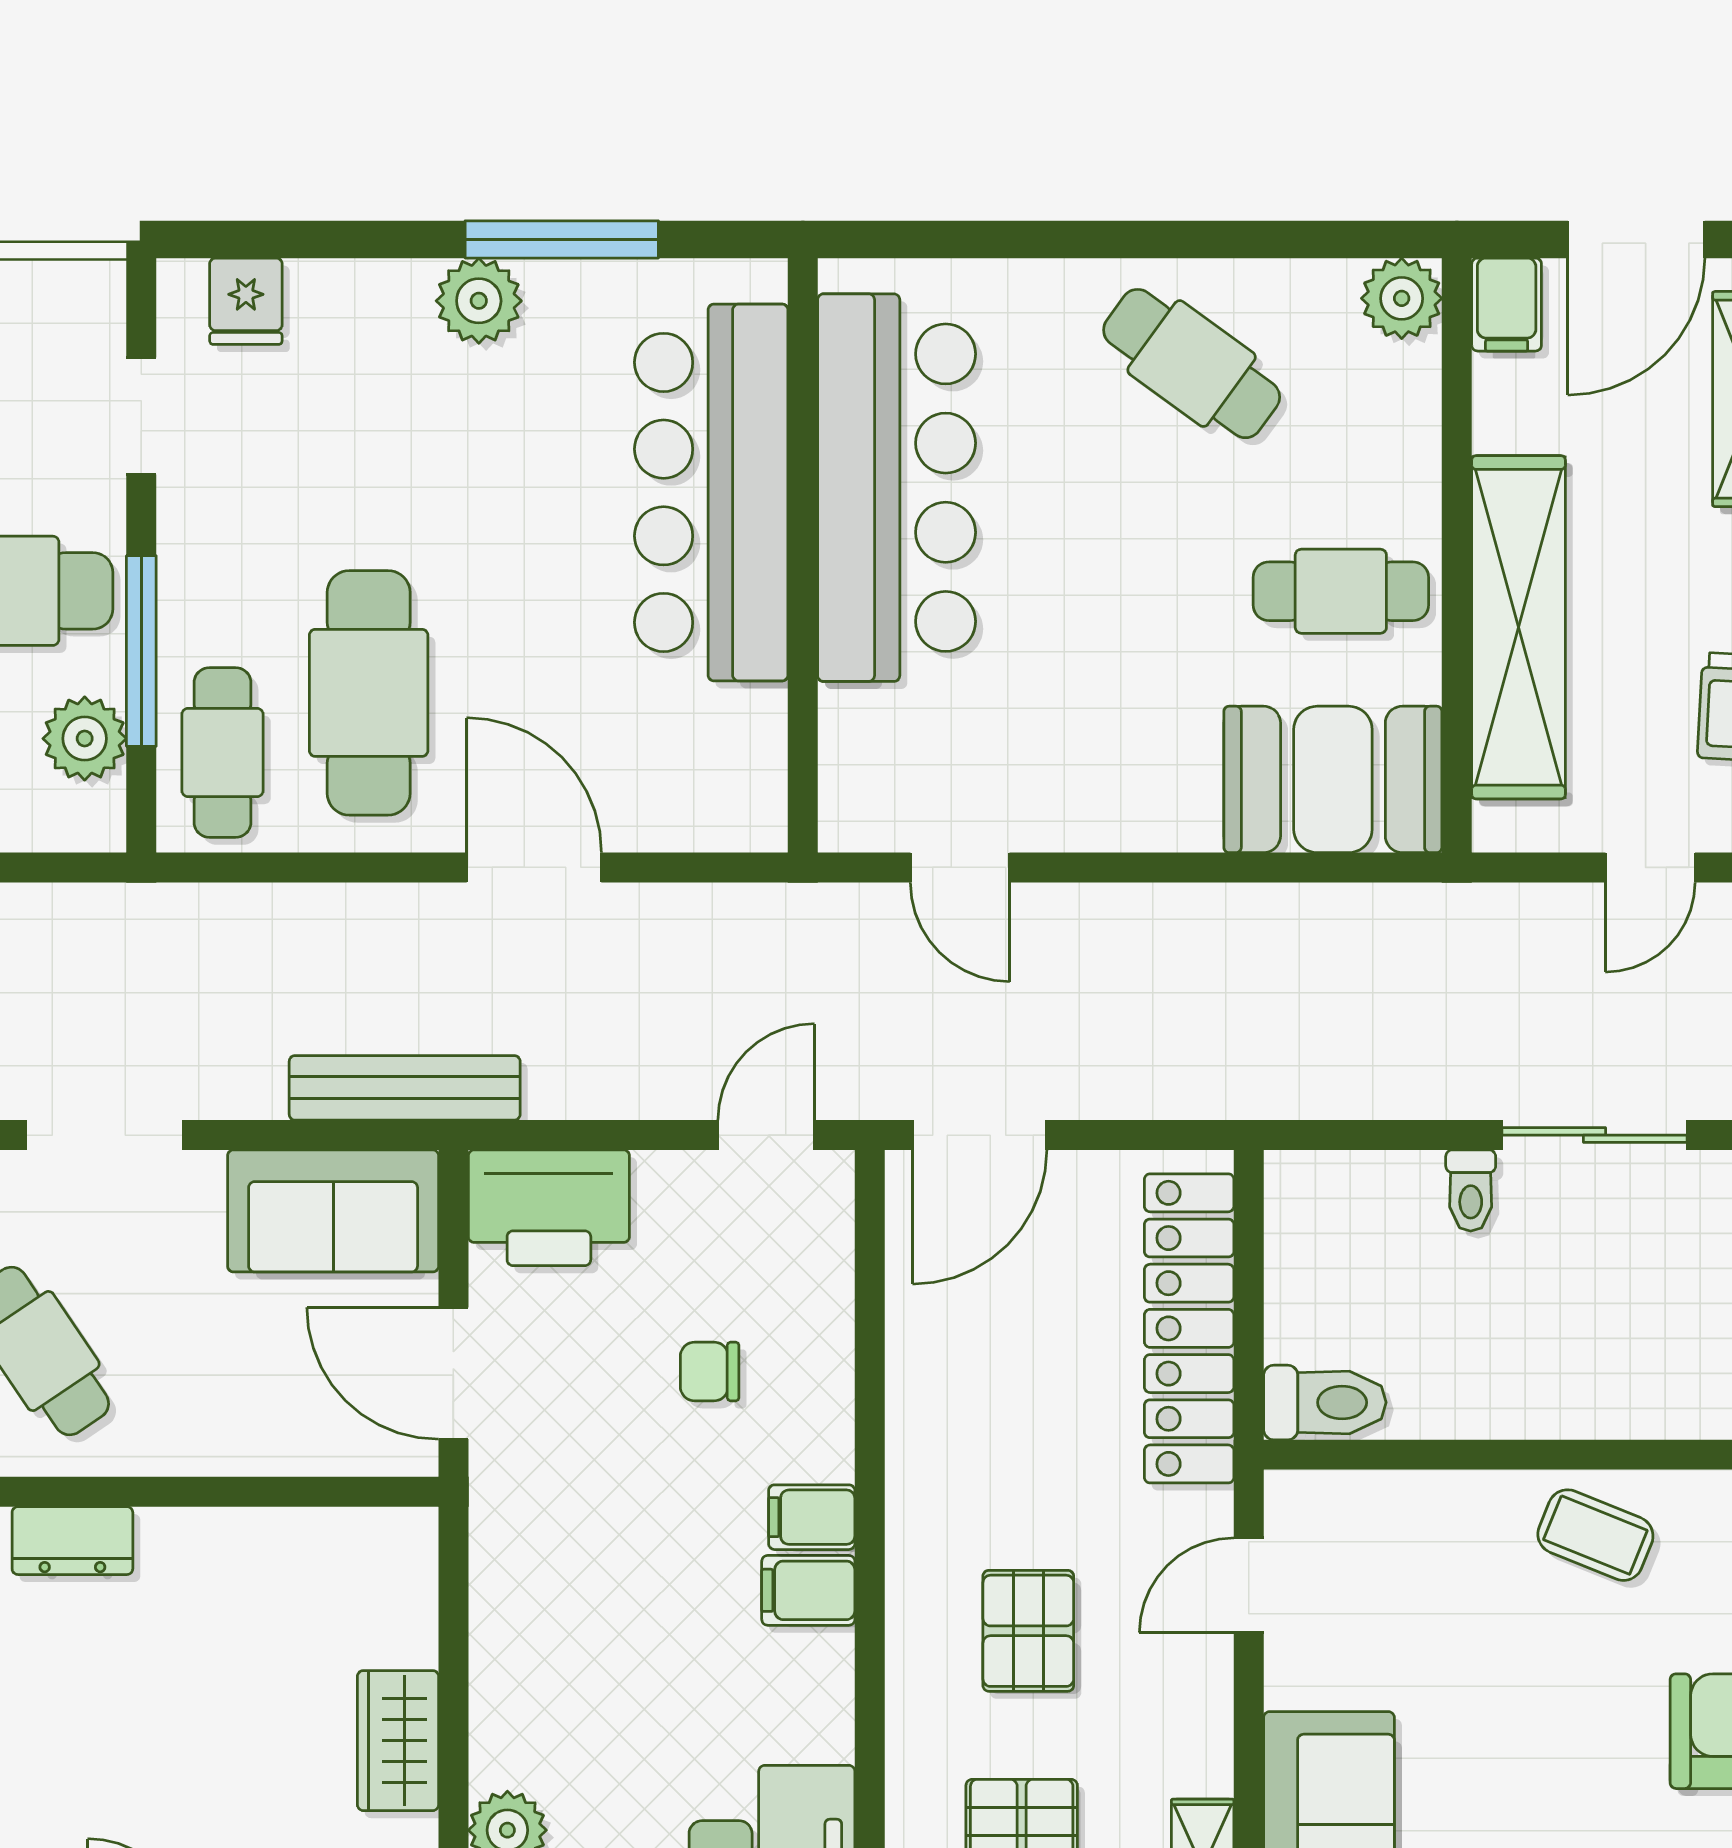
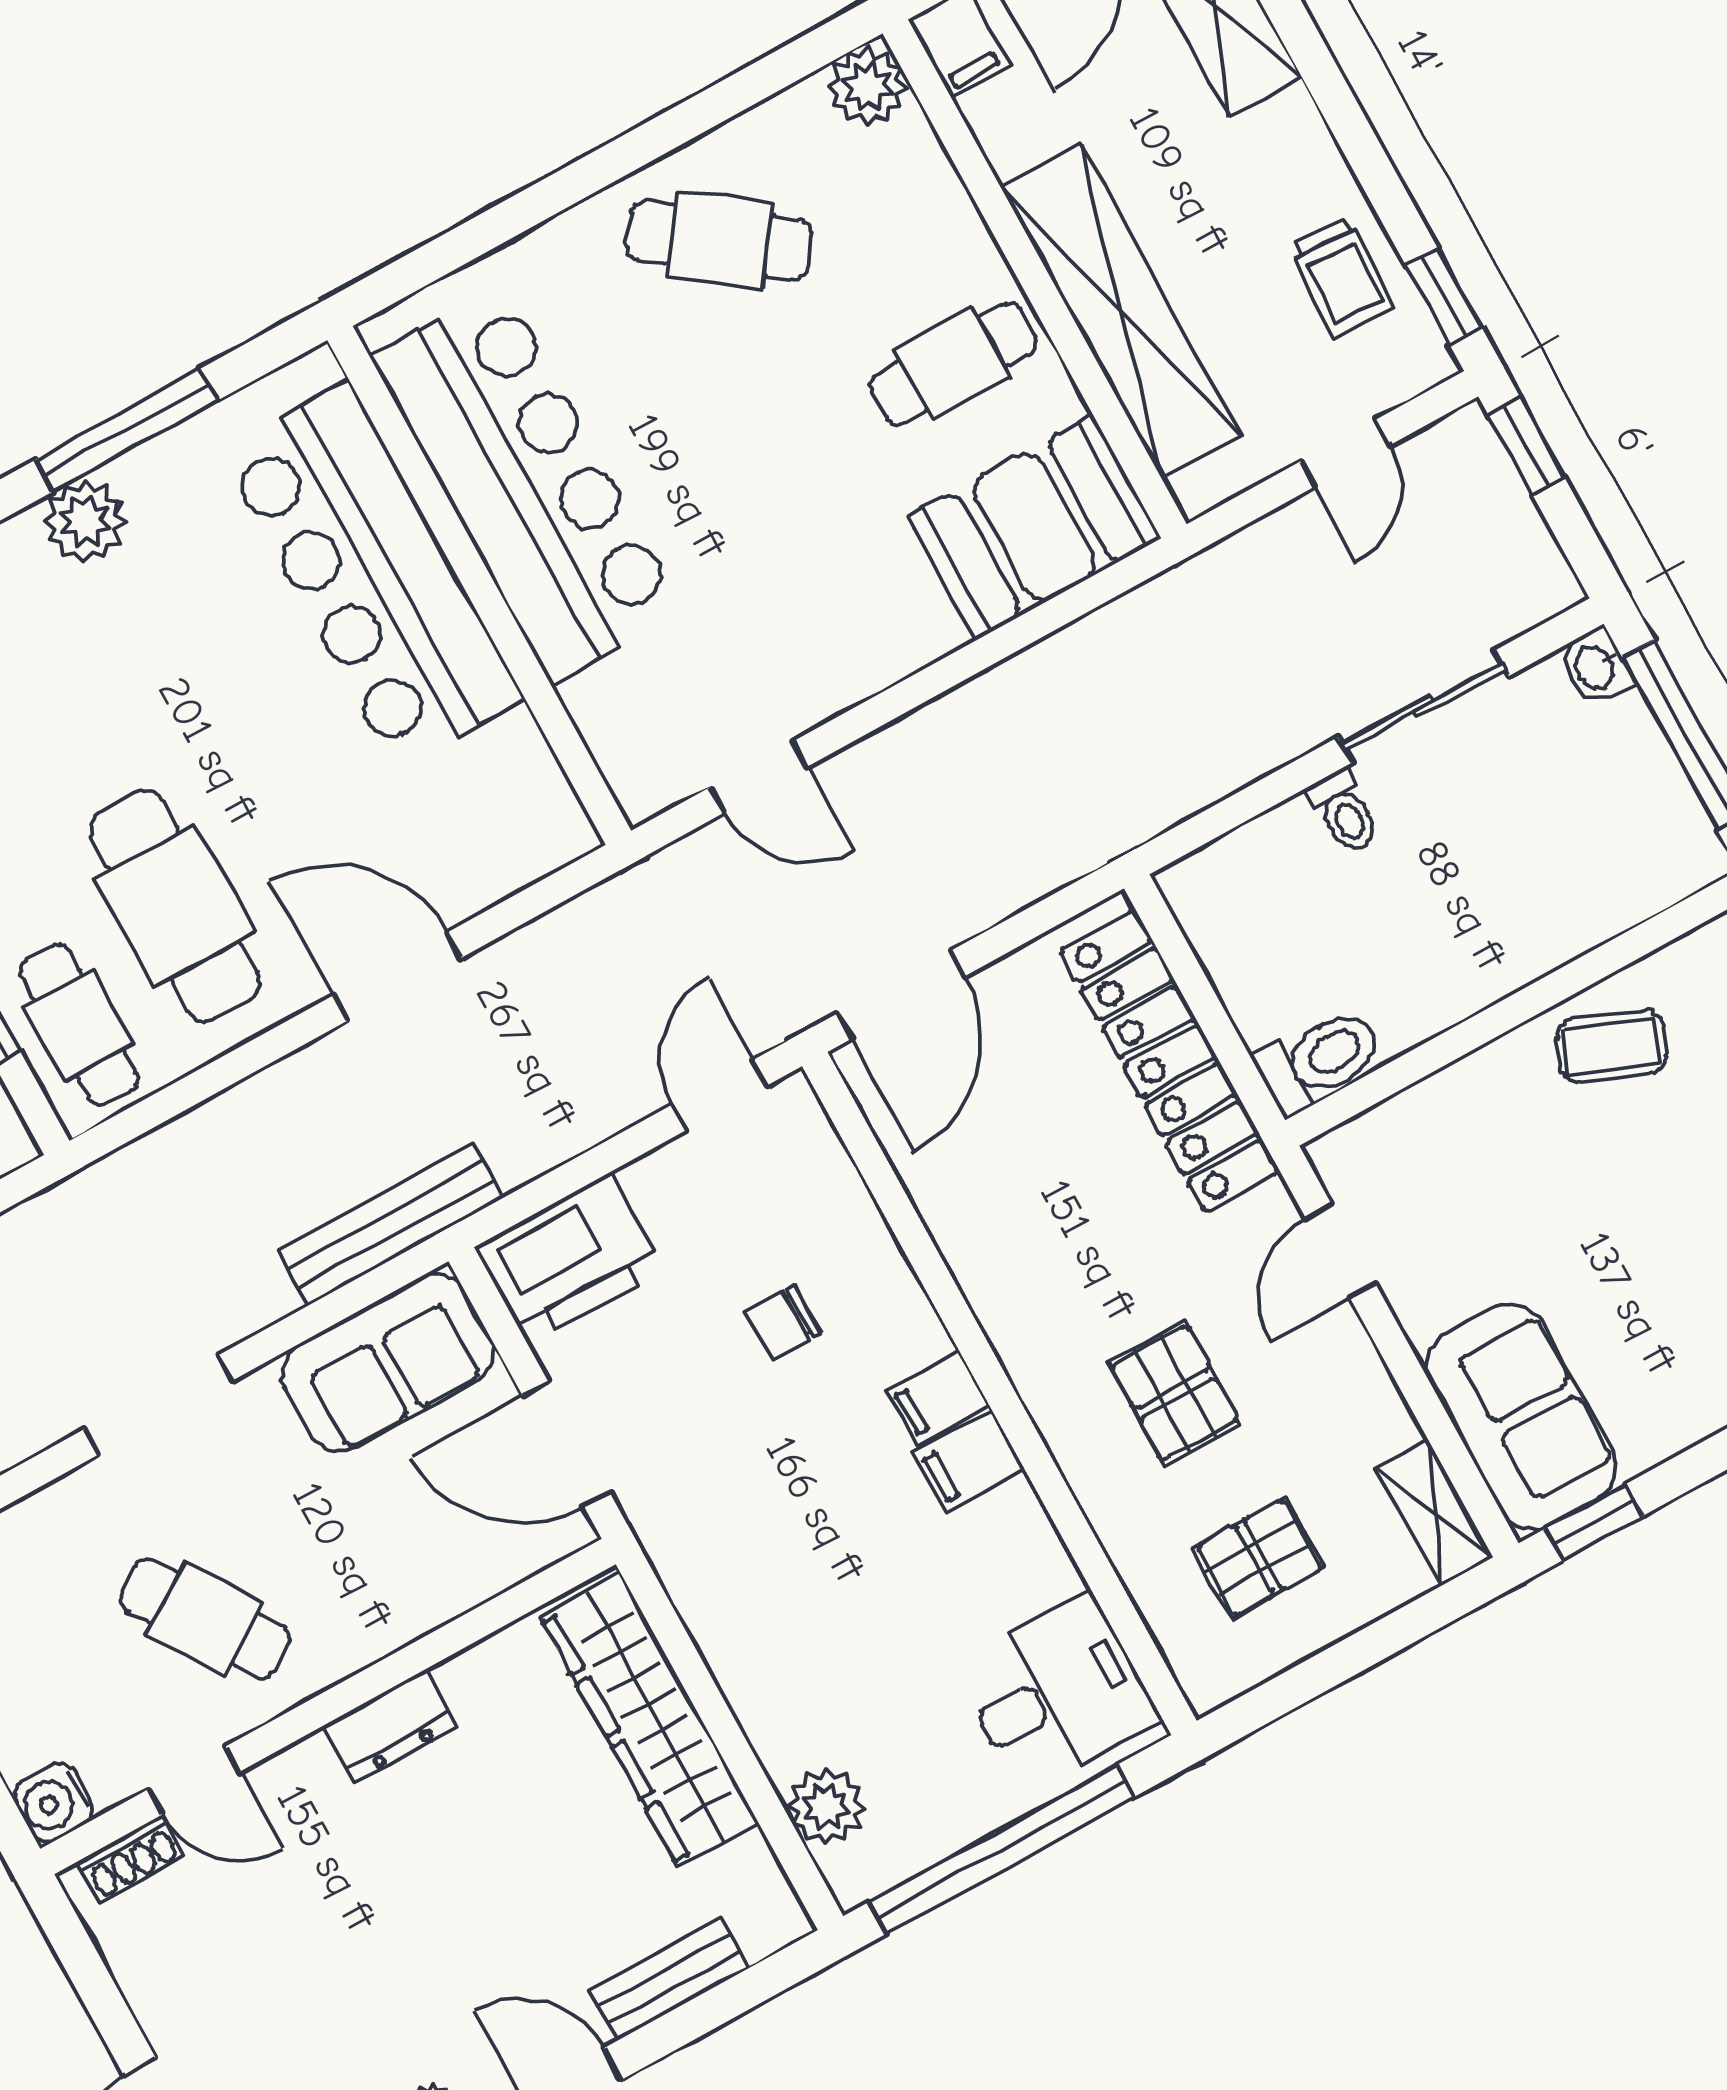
dresser: (72, 1541) -> (390, 1726), moved
wardrobe: (398, 1741) -> (649, 1720), width x2.10, depth x1.17

